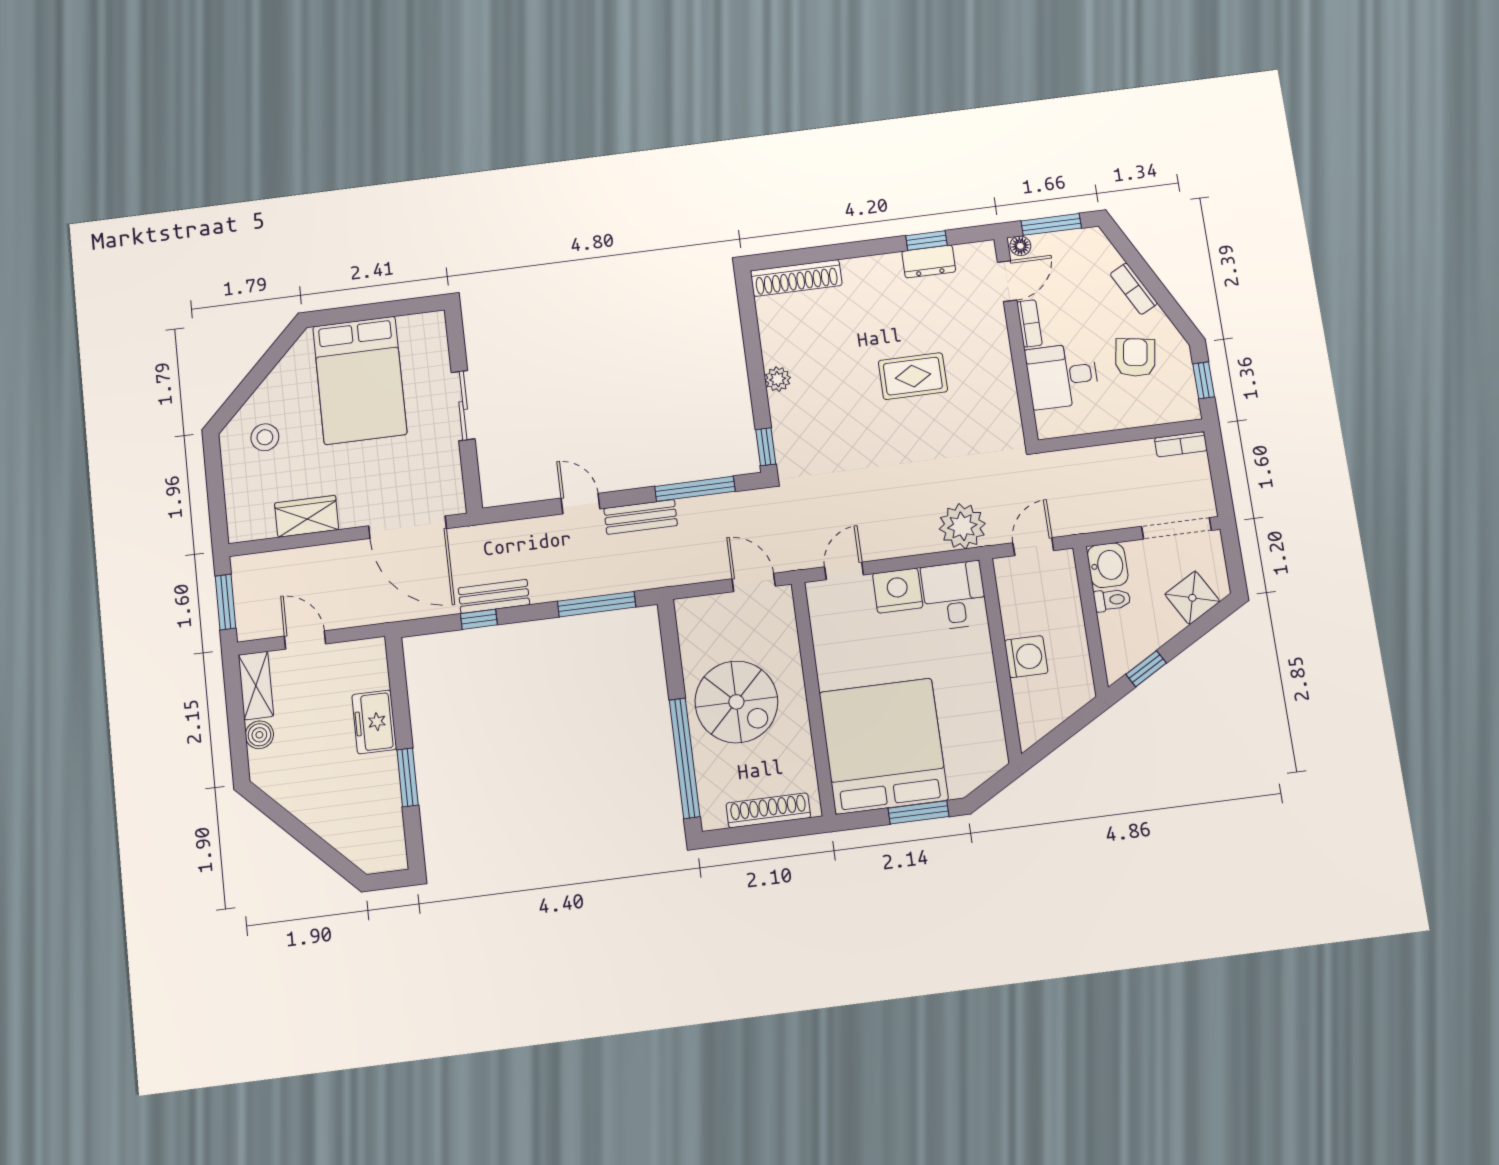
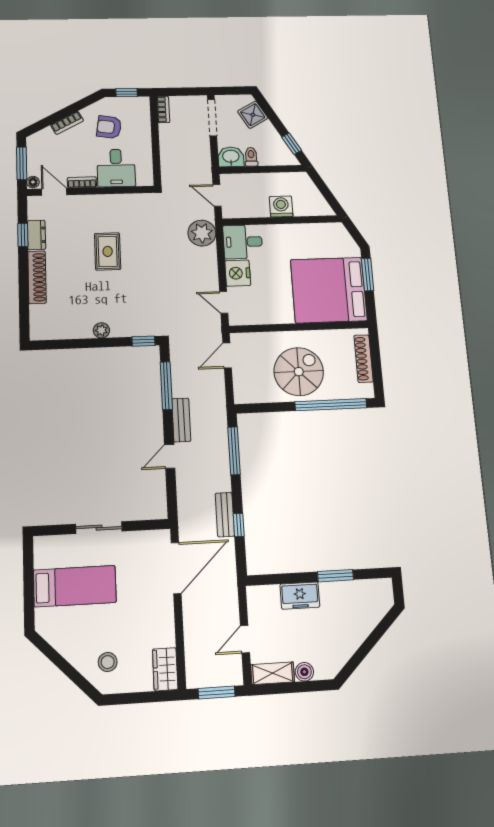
shoe rack: (796, 278) -> (37, 277), moved
bed: (360, 380) -> (75, 586), width x0.67
wardrobe: (307, 516) -> (165, 669), moved

